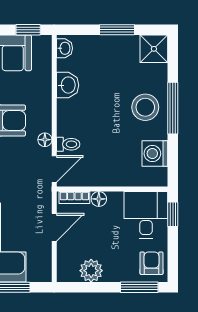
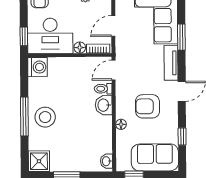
washbasin: (68, 85) -> (104, 105), moved
floor lamp: (45, 140) -> (121, 124), moved
washing machine: (155, 154) -> (38, 67), moved
desk: (146, 215) -> (50, 36), width x1.37

